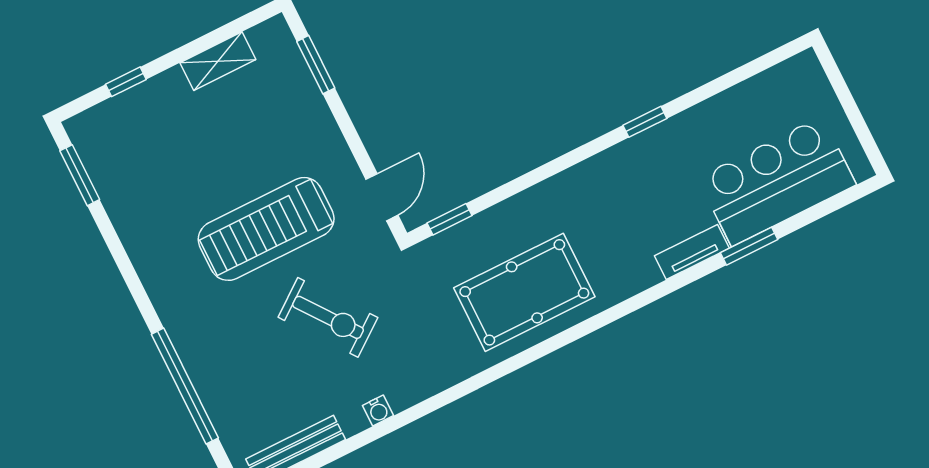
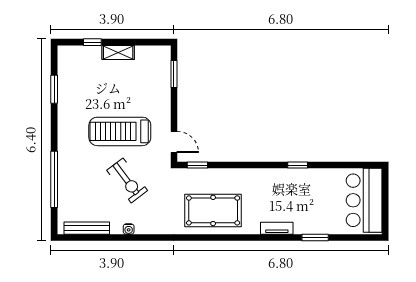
shelving: (218, 61) -> (118, 52), moved
window: (80, 175) -> (54, 89), moved
bar counter: (777, 181) -> (364, 200), moved, turned -90
door: (382, 197) -> (174, 142), hinge flipped
tv unit: (692, 252) -> (277, 228), moved

